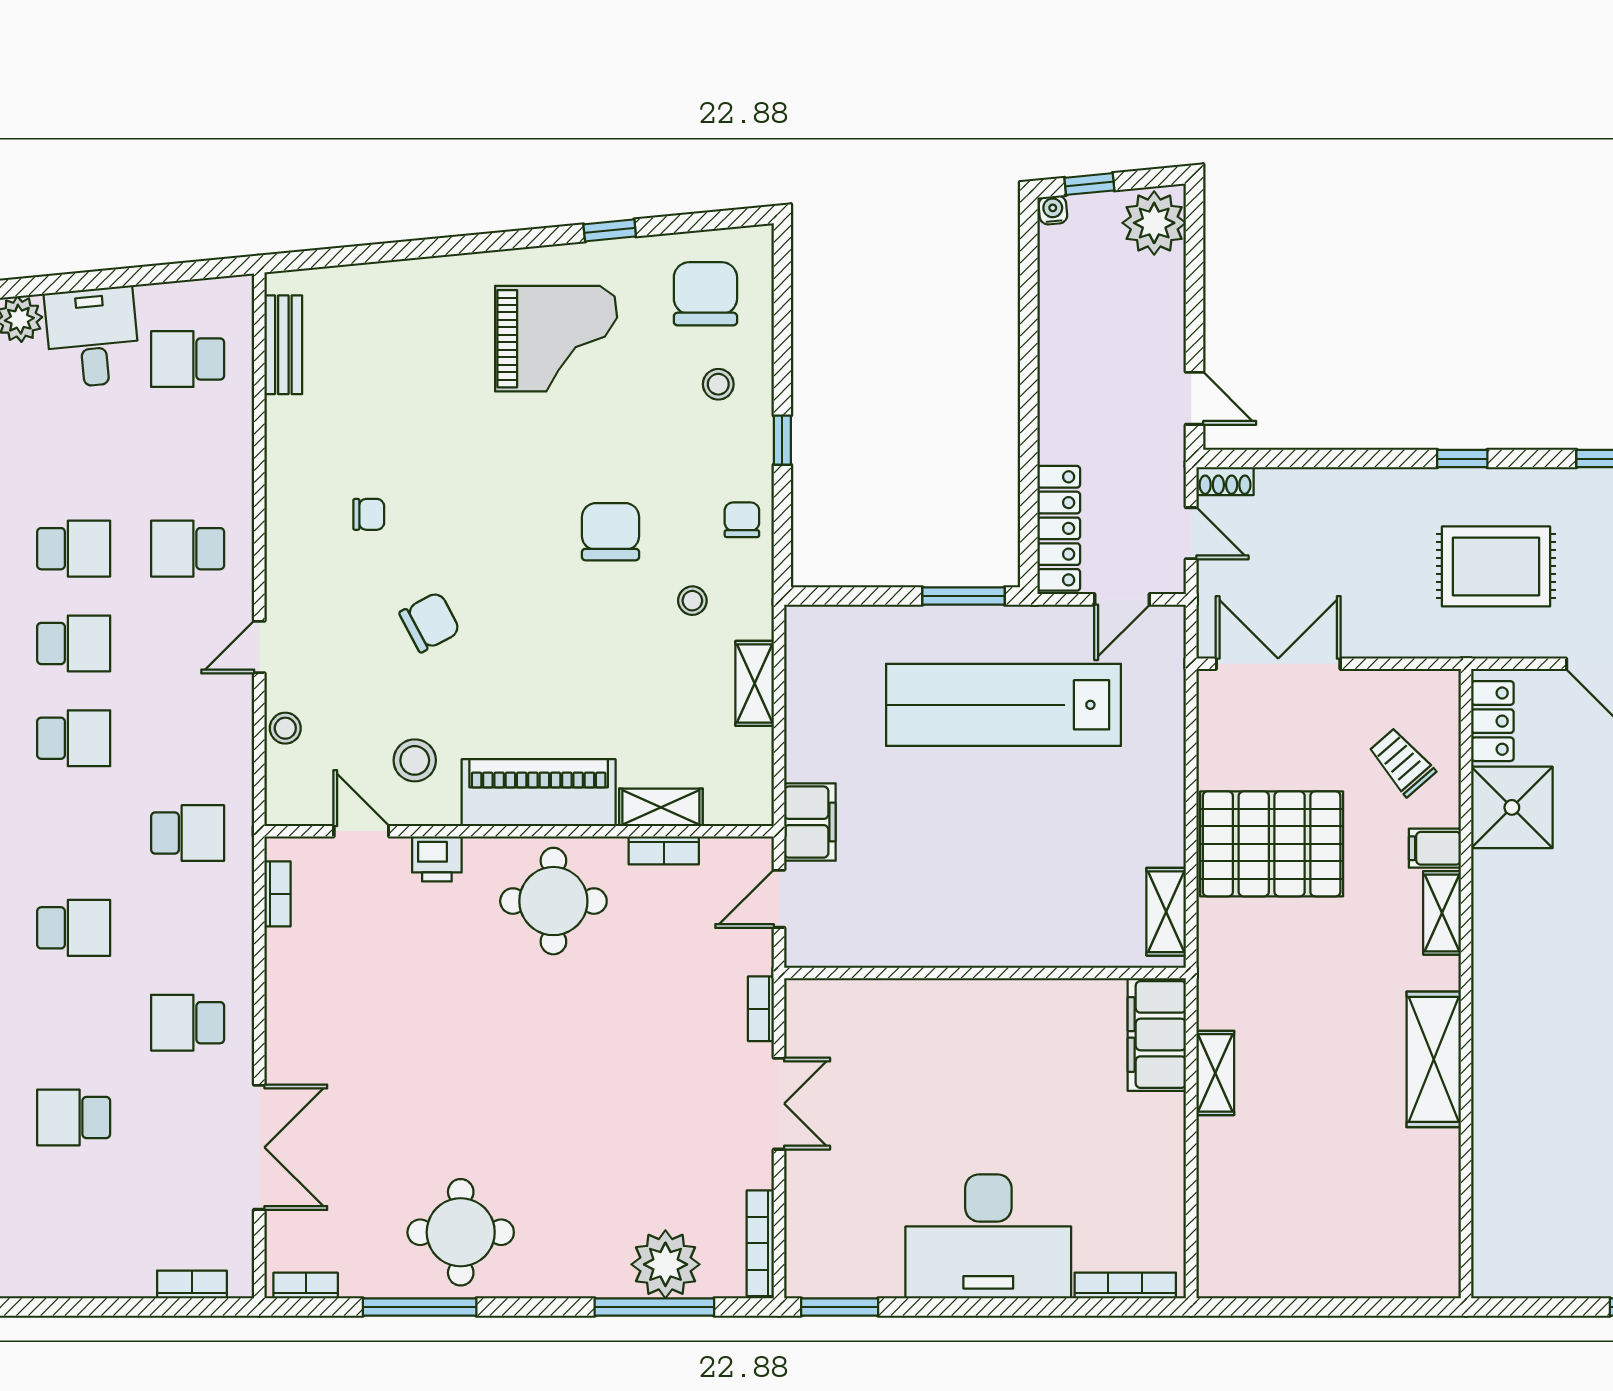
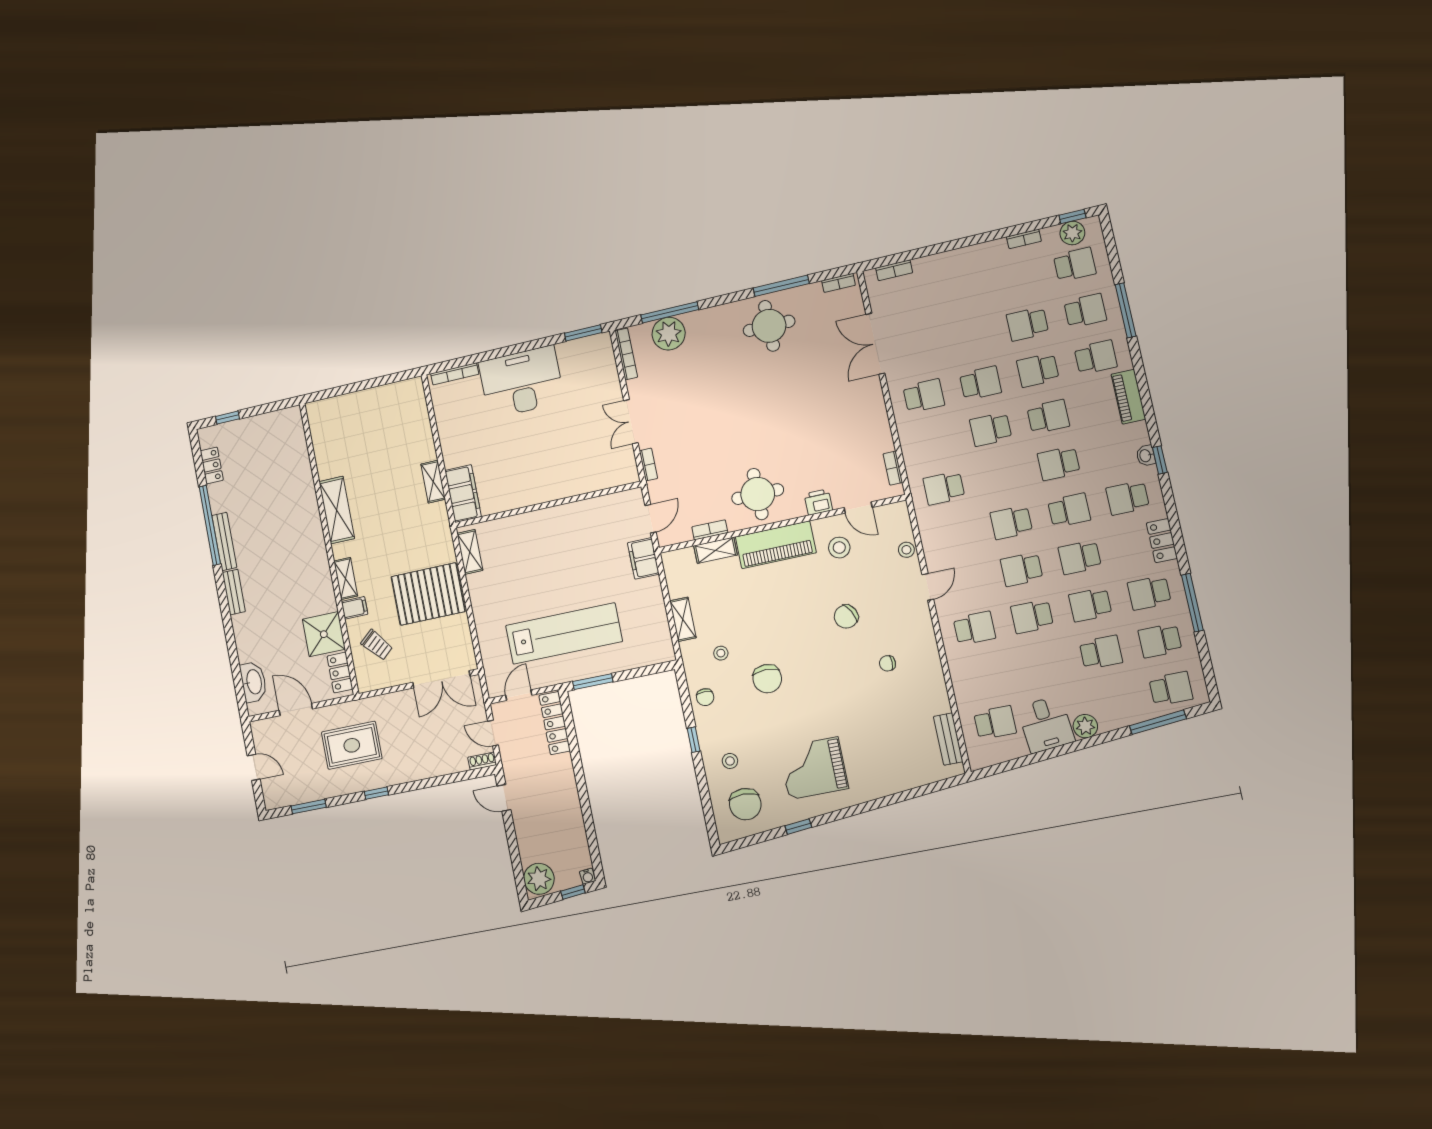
school desk: (74, 1117) -> (980, 383), moved

